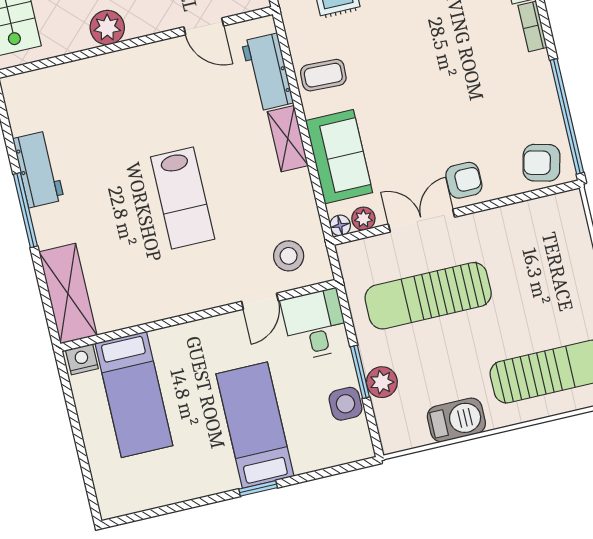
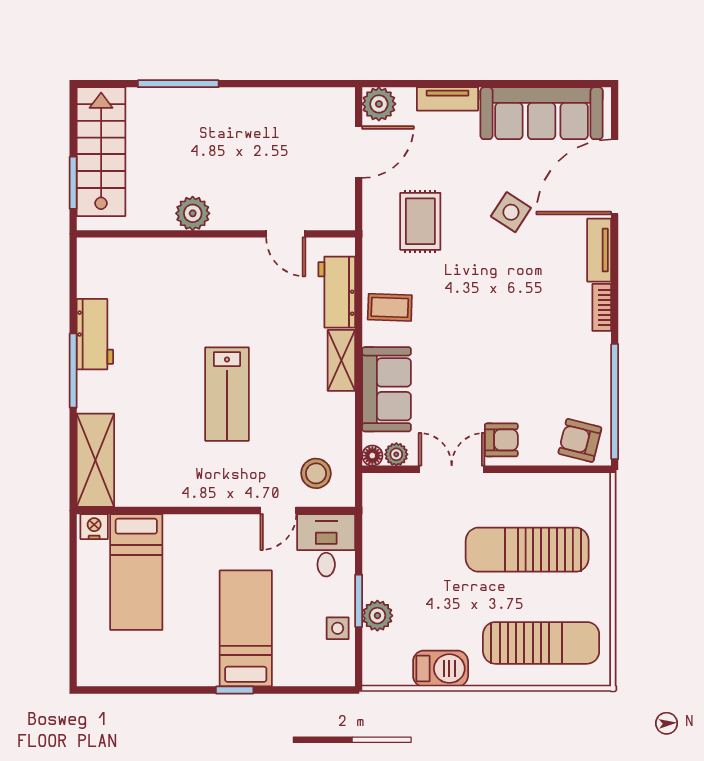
sun lounger: (428, 296) -> (527, 550), moved
side table: (346, 404) -> (338, 628), width x0.73, depth x0.73

